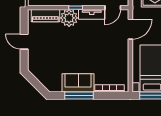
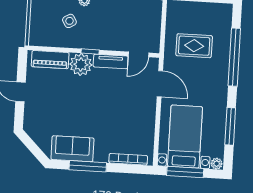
door: (130, 29) -> (160, 84), hinge flipped
sofa: (78, 83) -> (72, 149), moved

